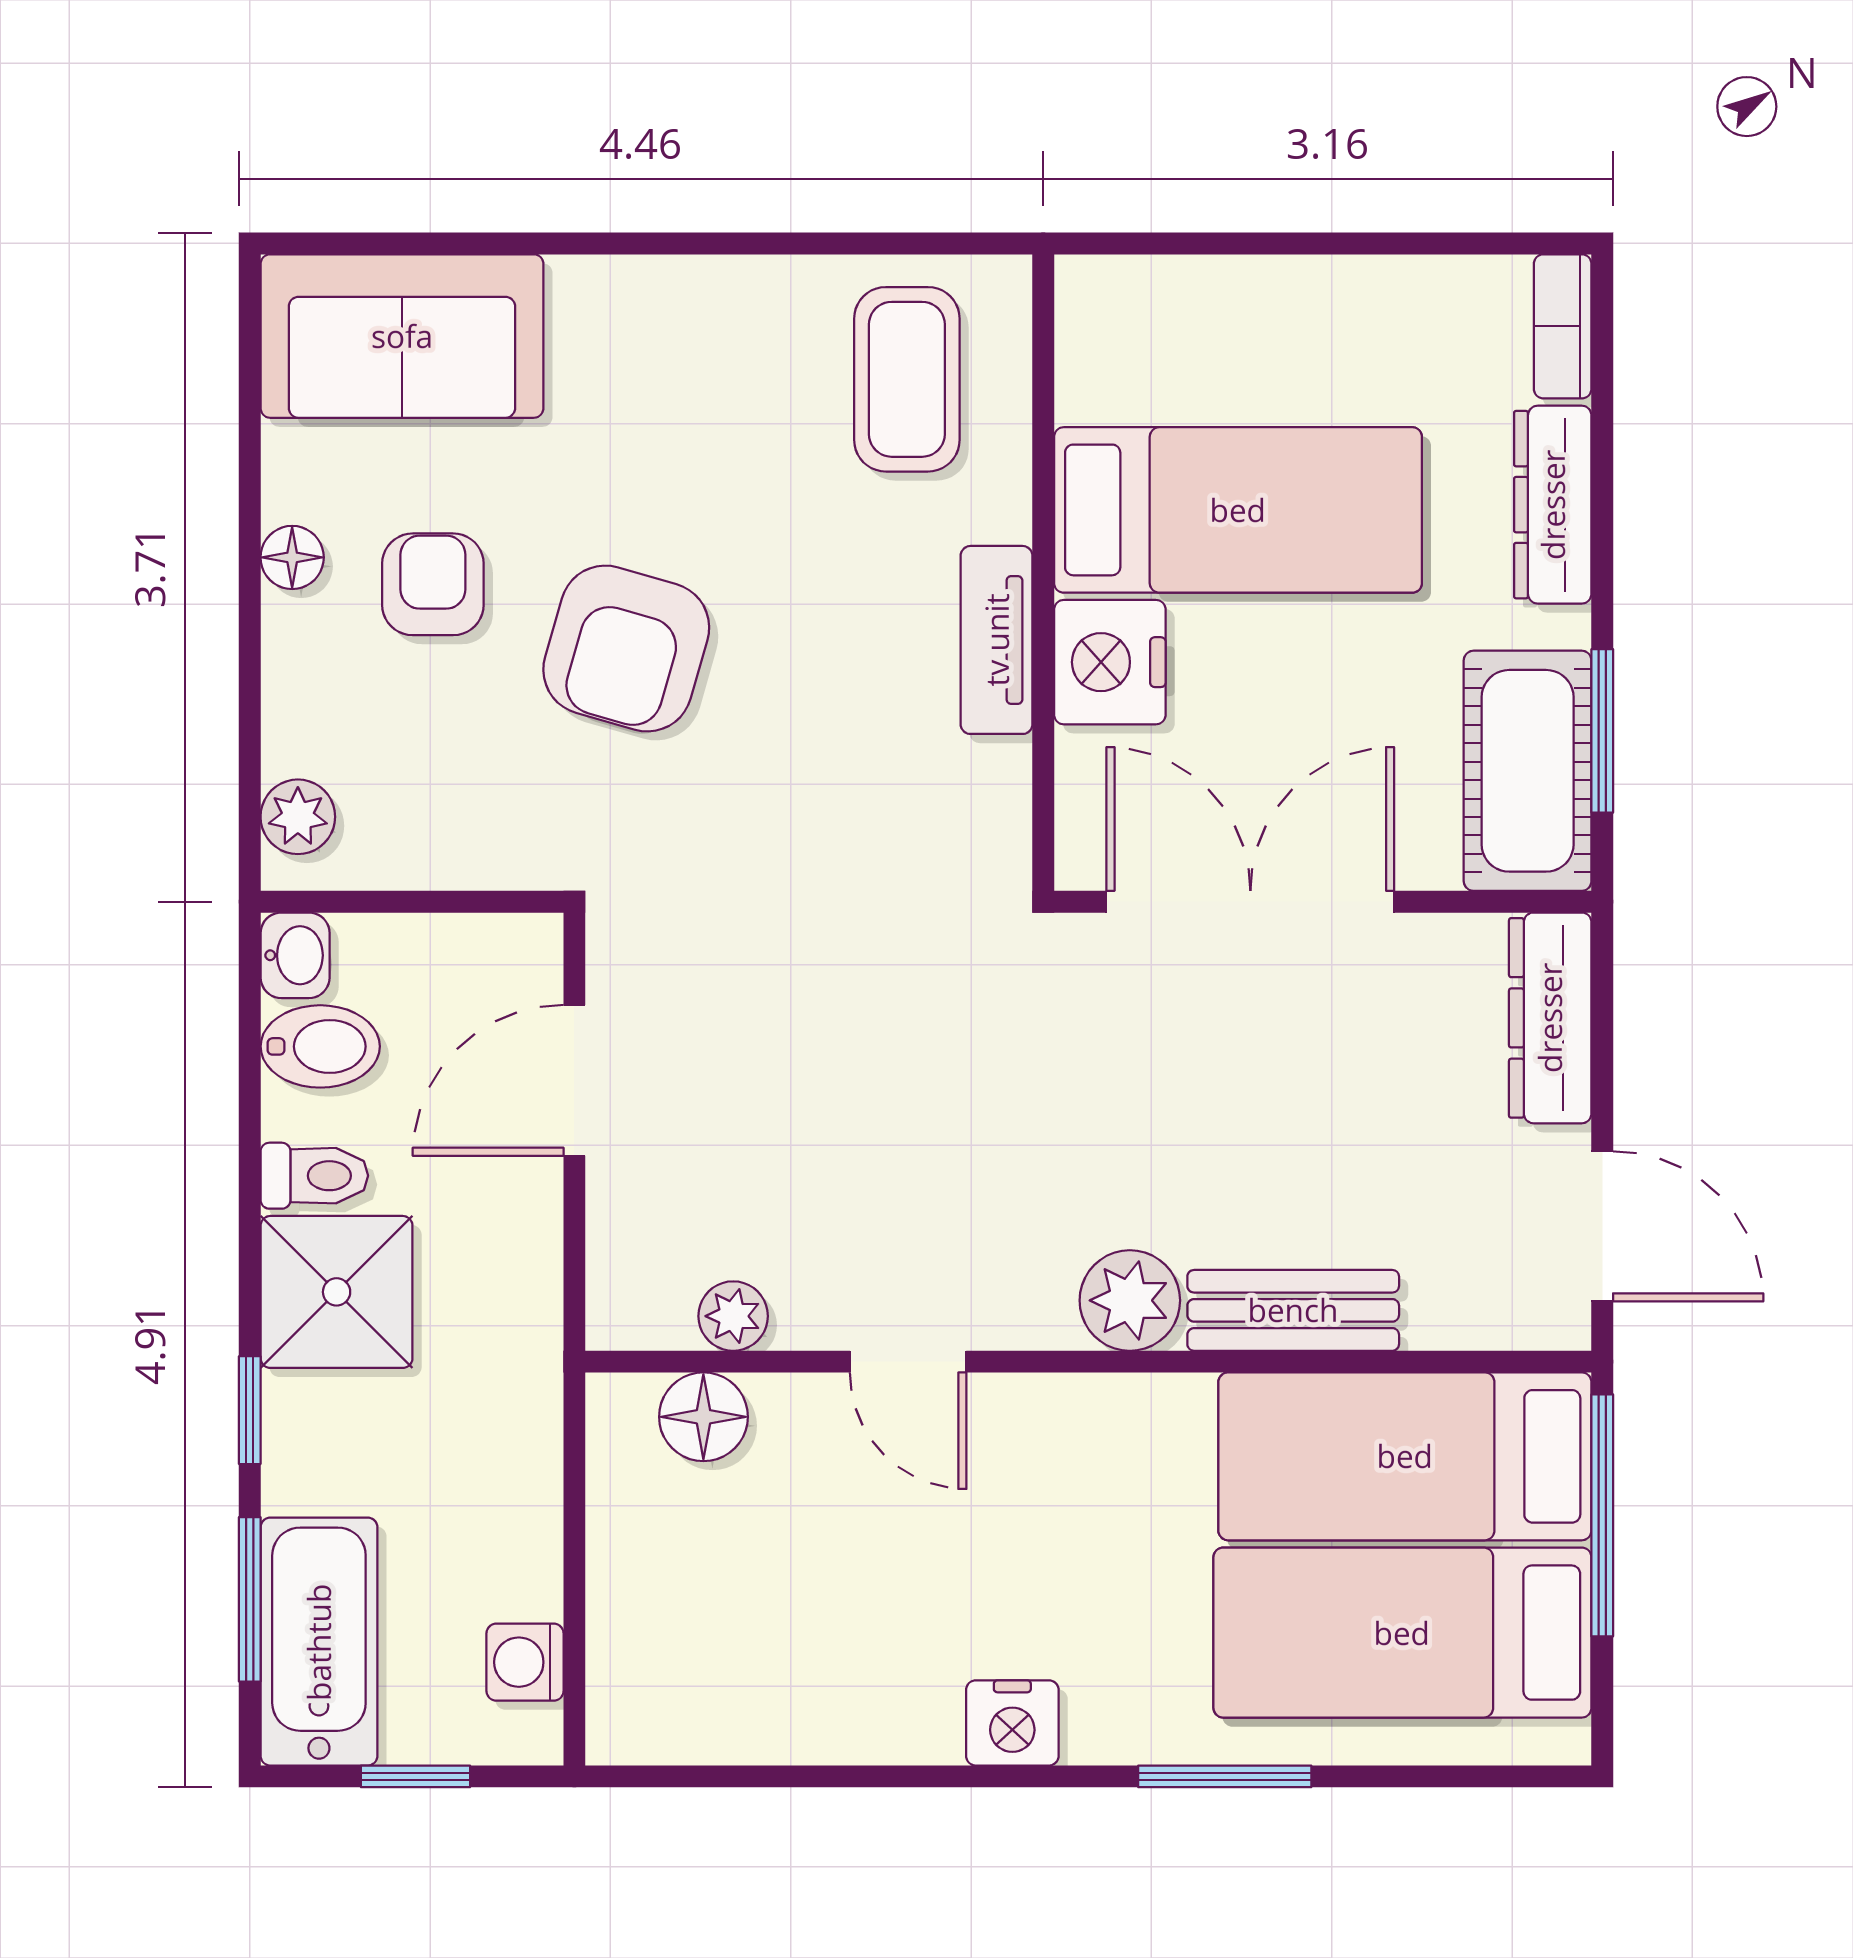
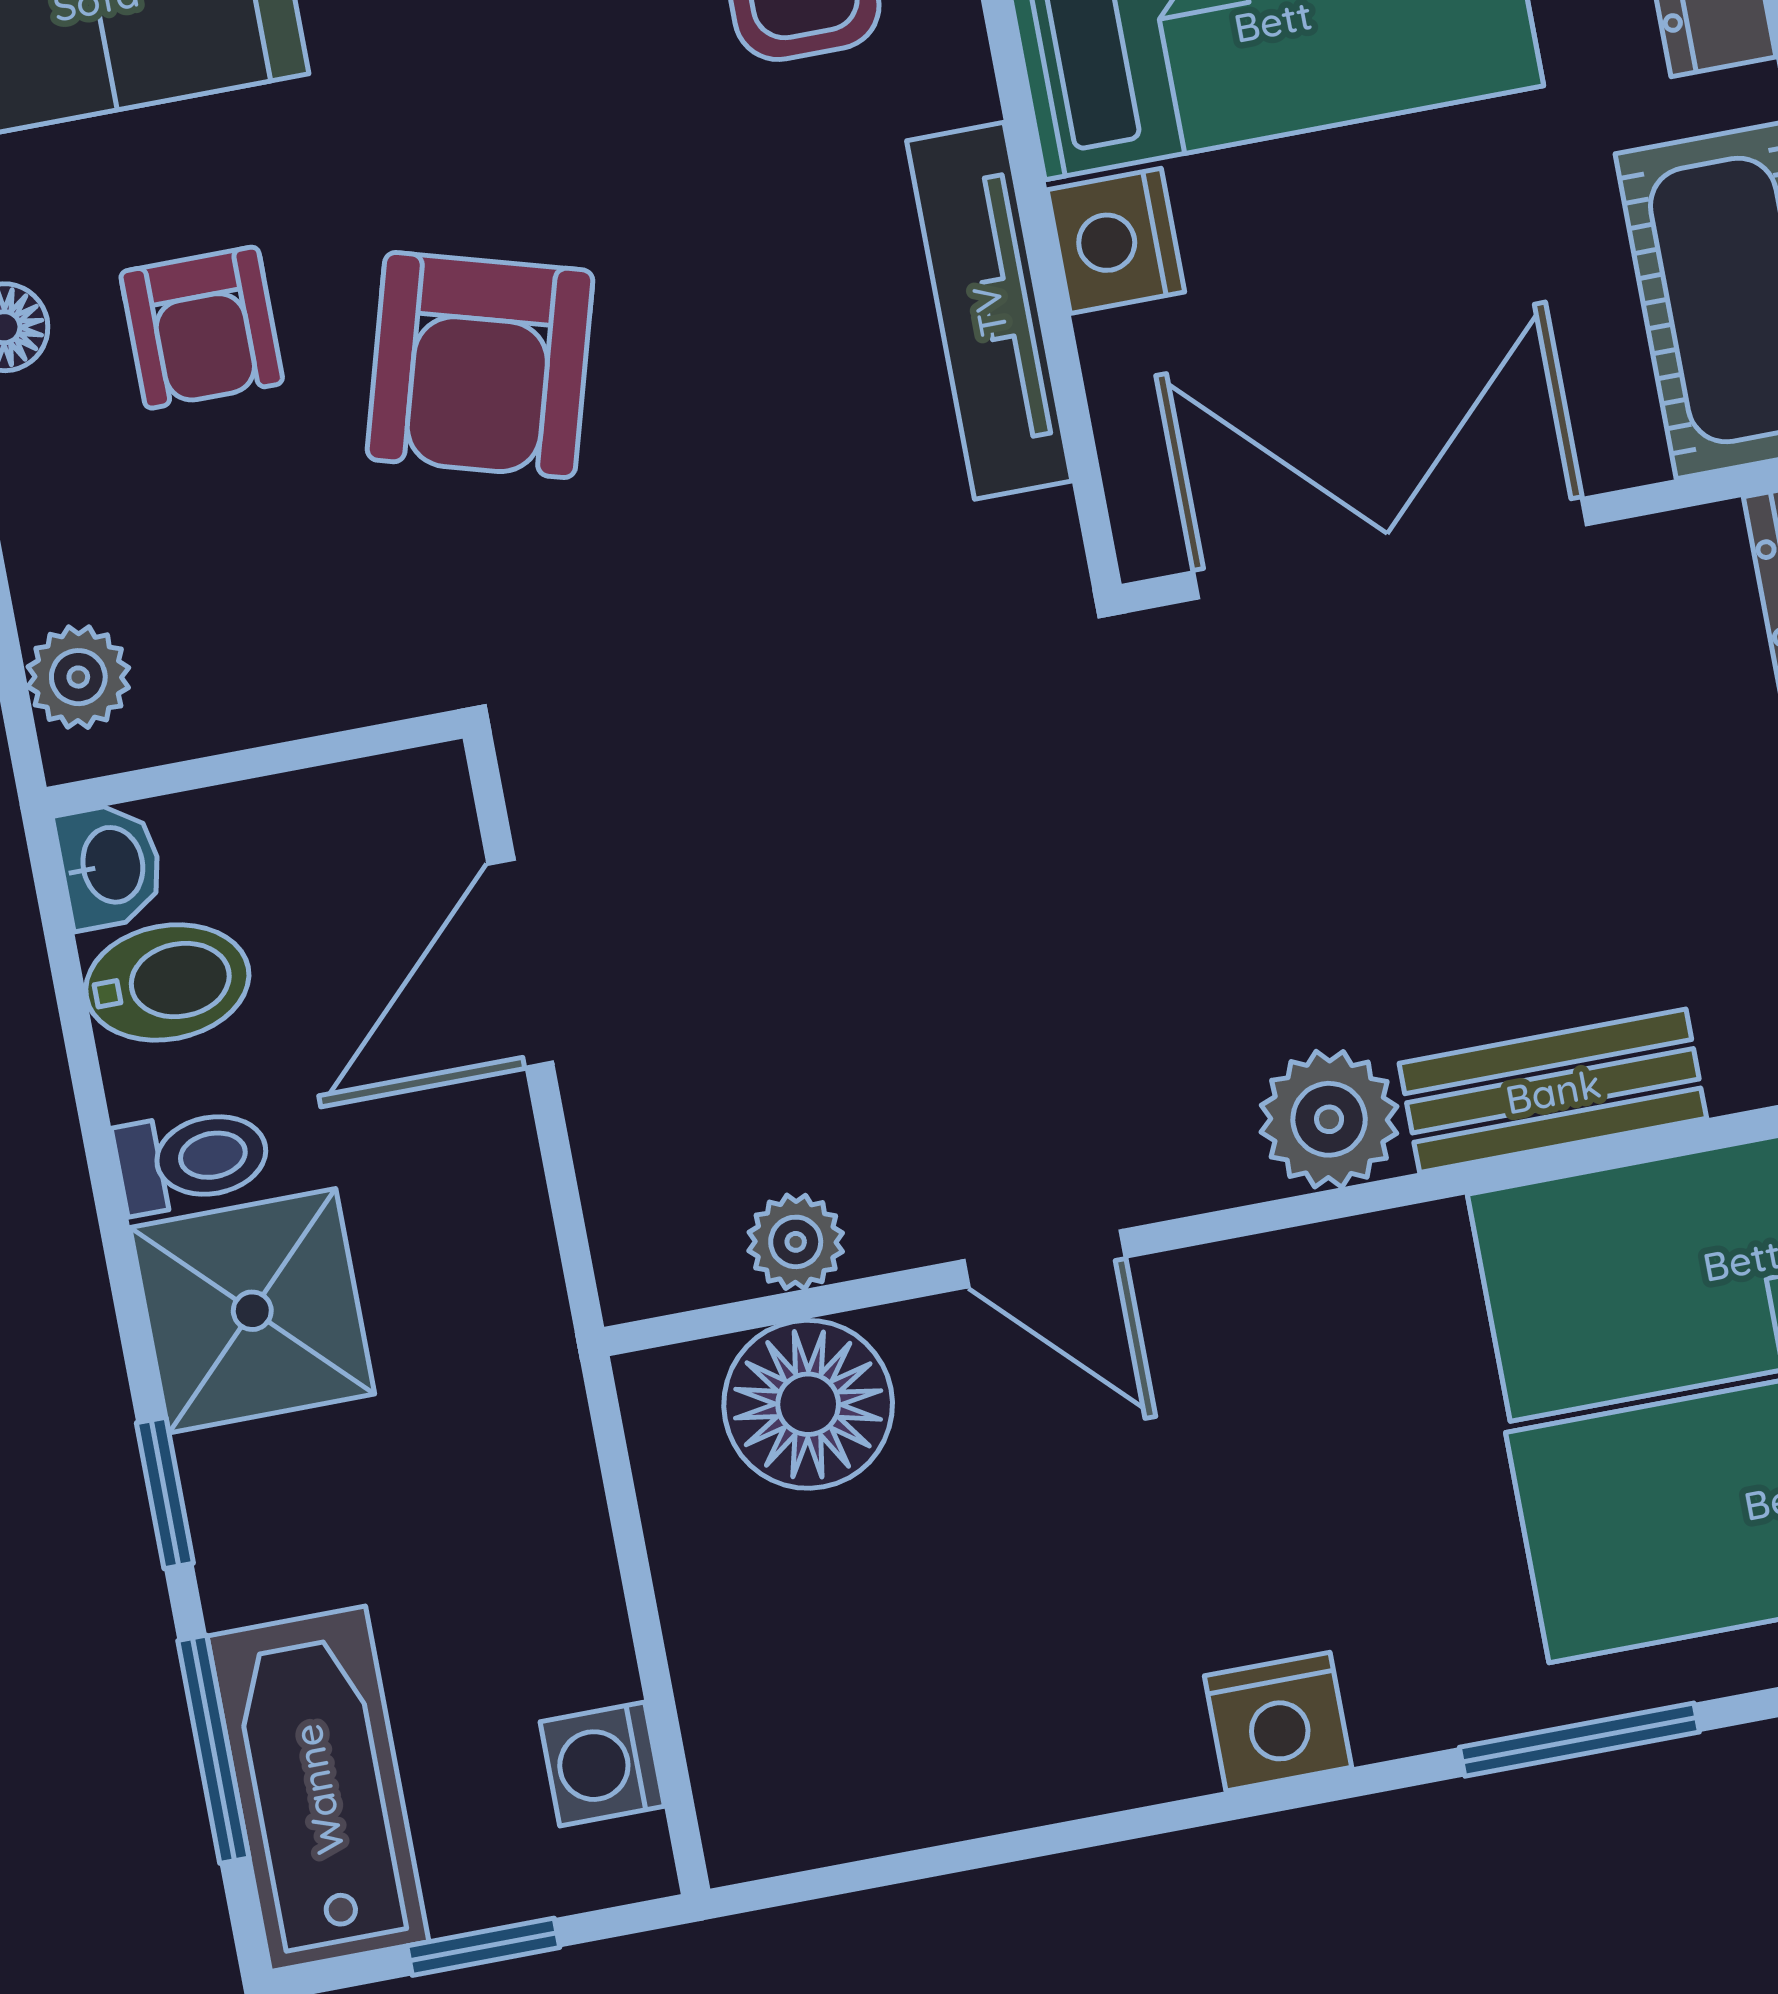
armchair: (433, 584) -> (202, 328), turned 180
tv unit: (997, 640) -> (989, 311), width x1.41
nightstand: (1110, 662) -> (1116, 241), width x0.74, depth x0.75
floor lamp: (703, 1417) -> (808, 1404), width x1.38, depth x1.38

